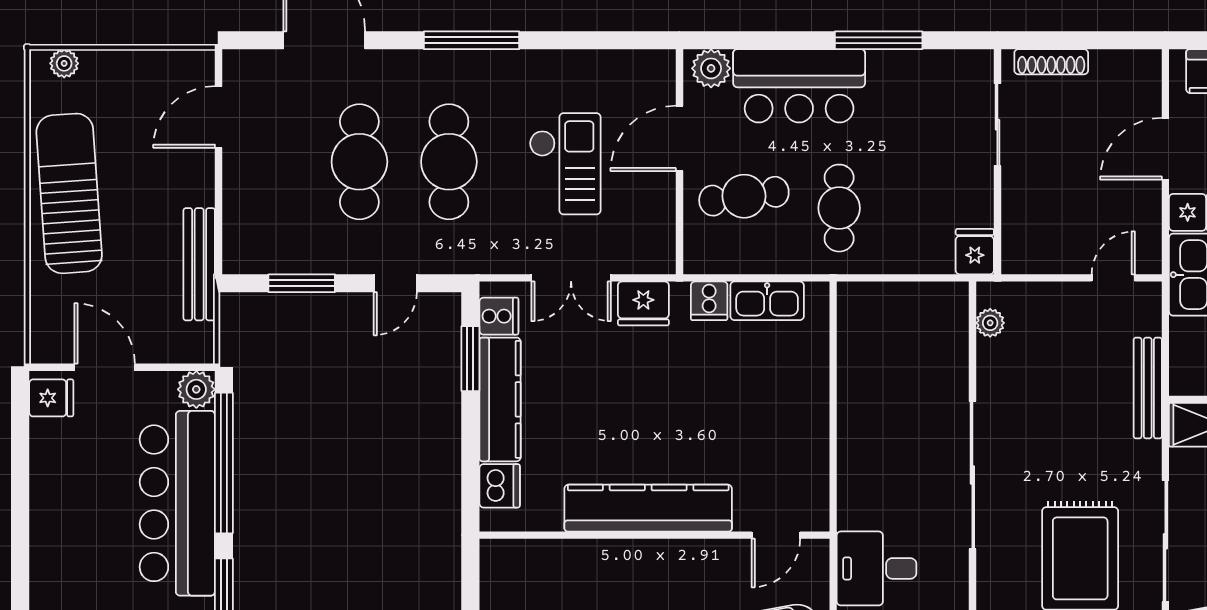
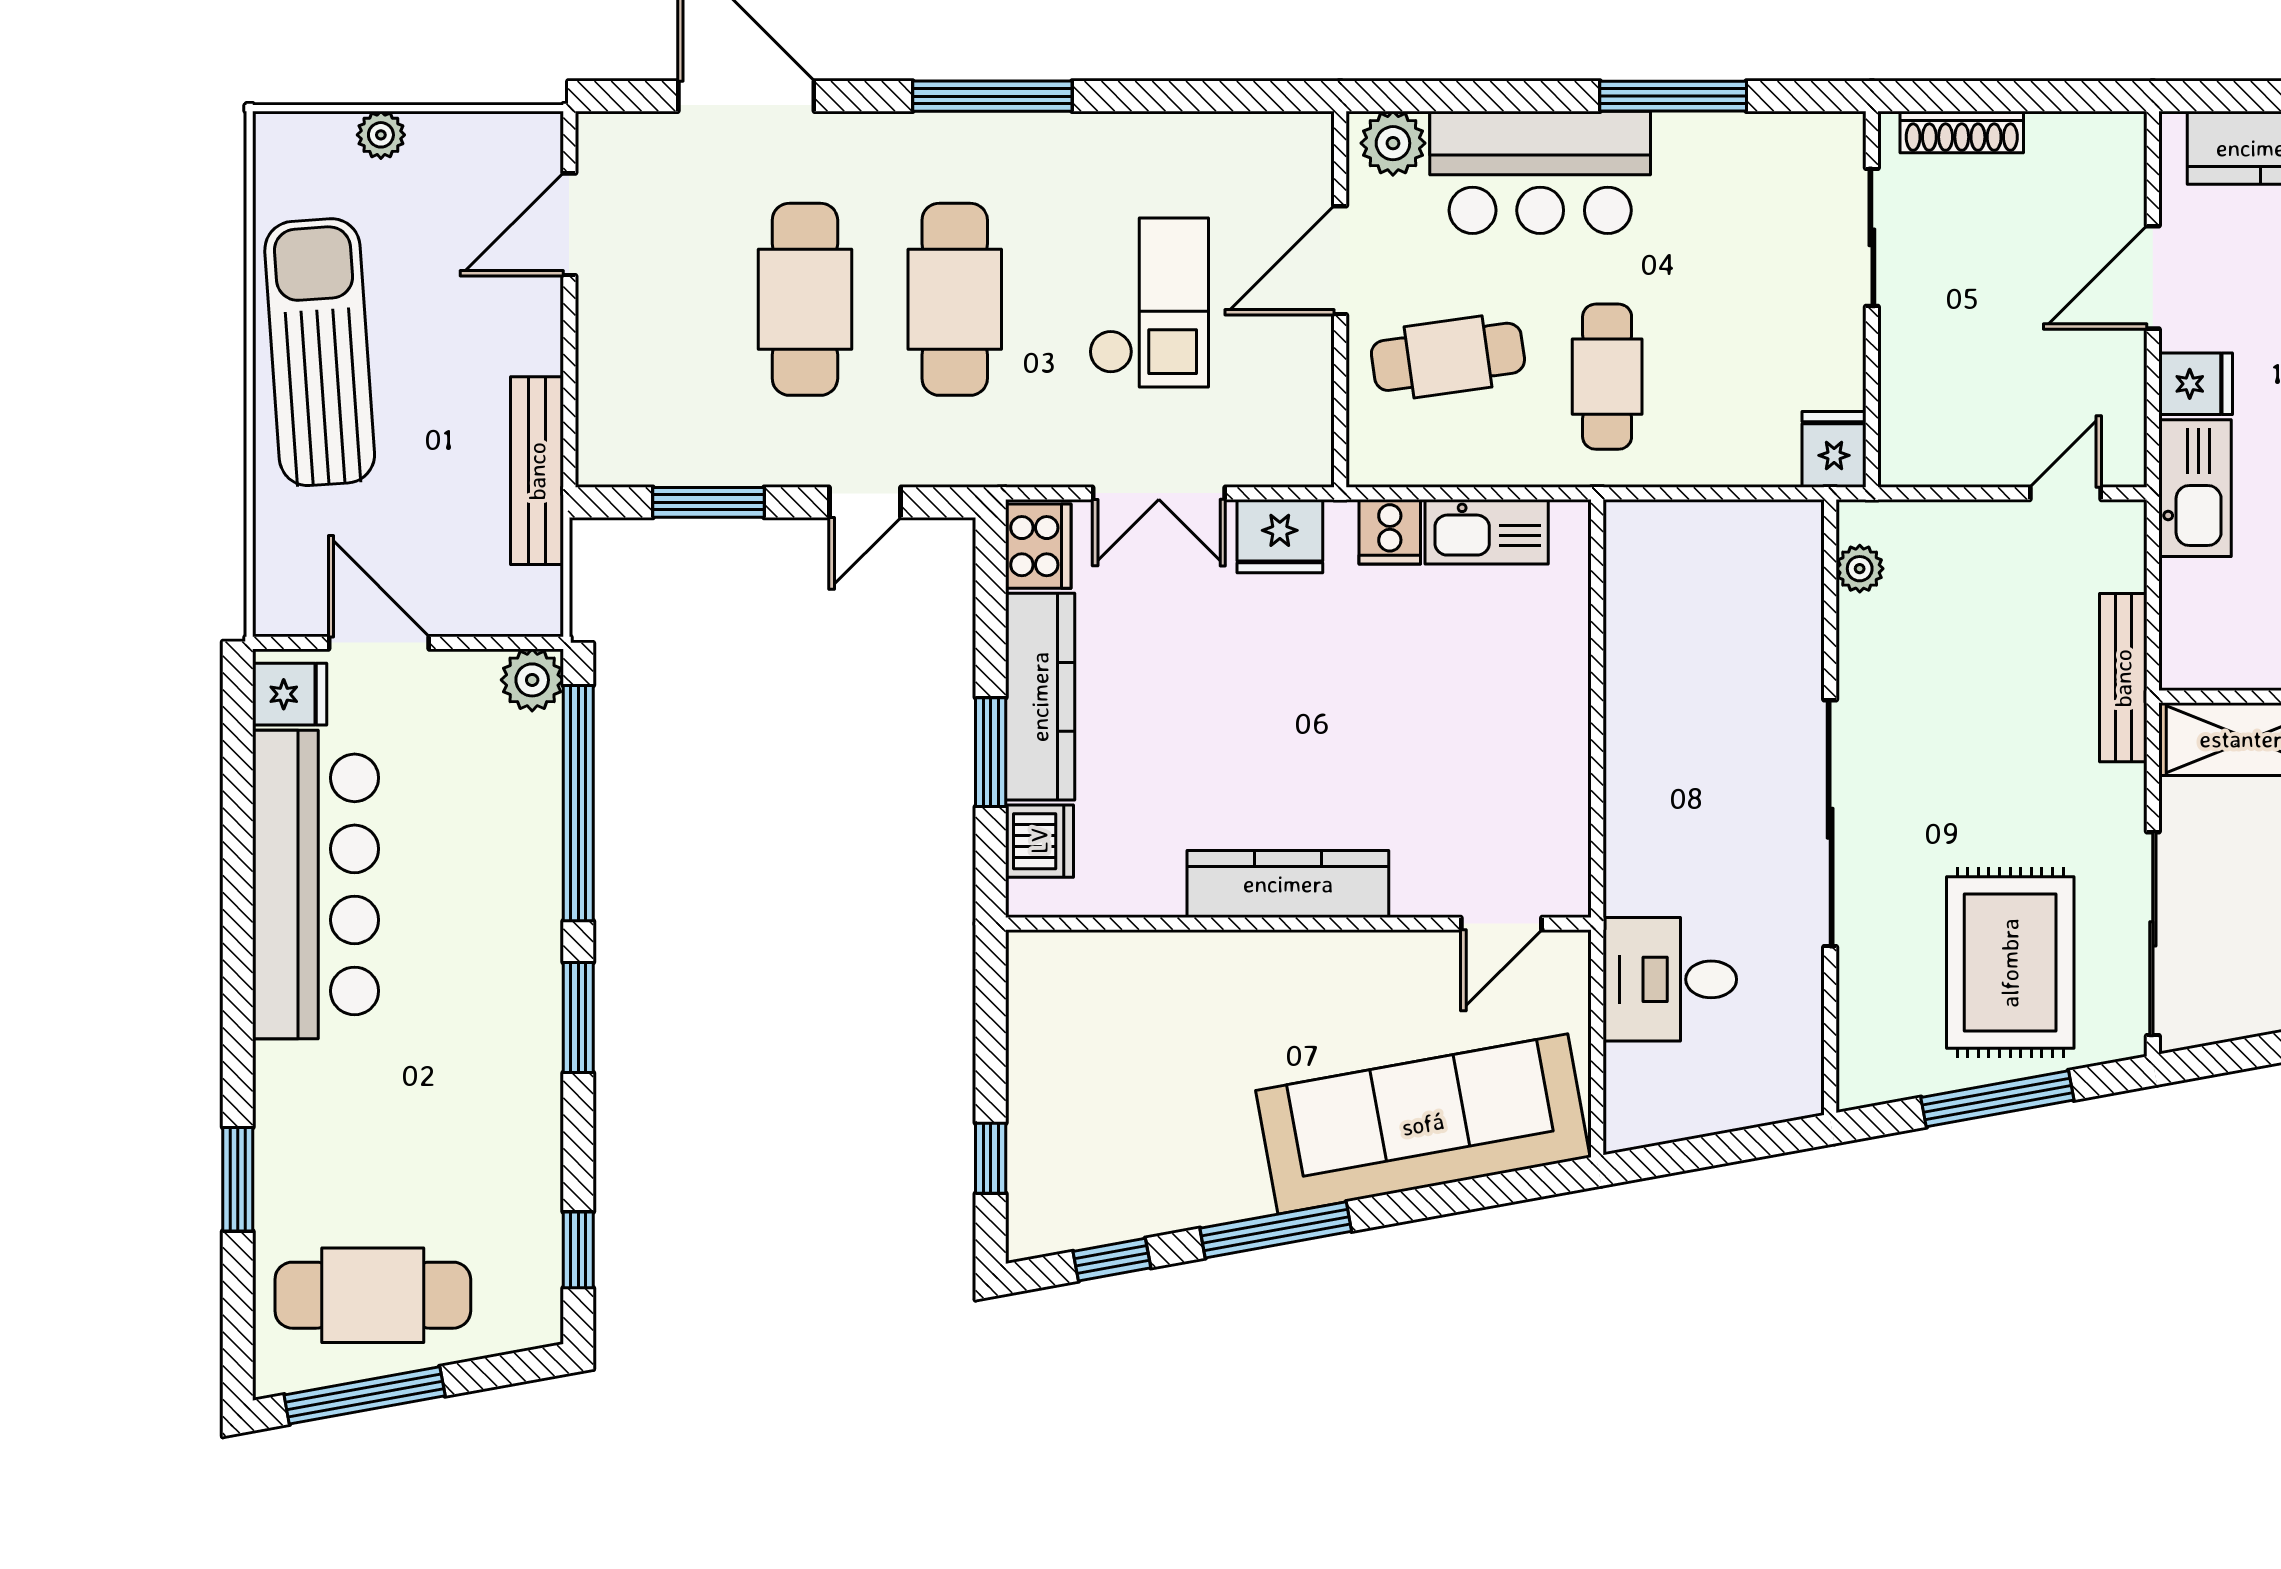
plant: (64, 63) -> (381, 135), moved
cooker: (499, 316) -> (1038, 546), width x1.36
window: (470, 359) -> (991, 752), moved
bar counter: (177, 503) -> (316, 884), moved, turned 180
kitchen counter: (648, 508) -> (1288, 884), width x0.72, depth x0.86

